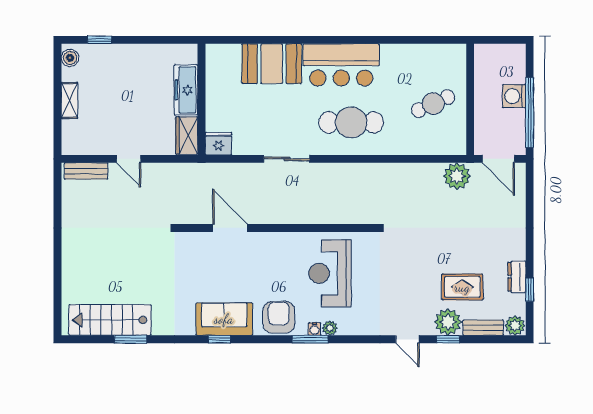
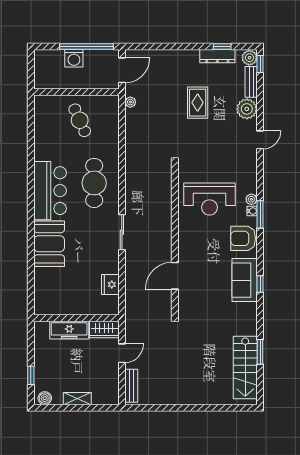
freezer: (186, 90) -> (69, 330), moved
wall: (201, 99) -> (76, 318), moved
wardrobe: (187, 136) -> (104, 329), moved
plant: (457, 176) -> (130, 102), width x0.53, depth x0.53
dresser: (517, 277) -> (217, 56), width x1.44
rug: (462, 287) -> (198, 103), moved
window: (448, 339) -> (260, 64), moved

